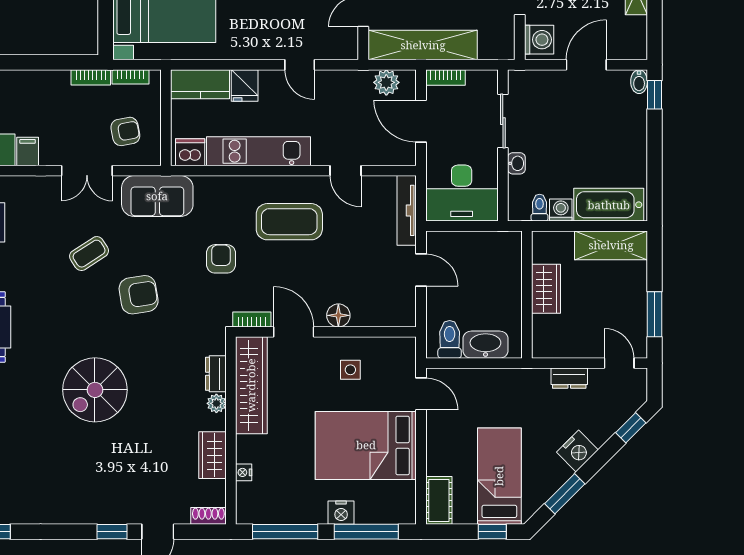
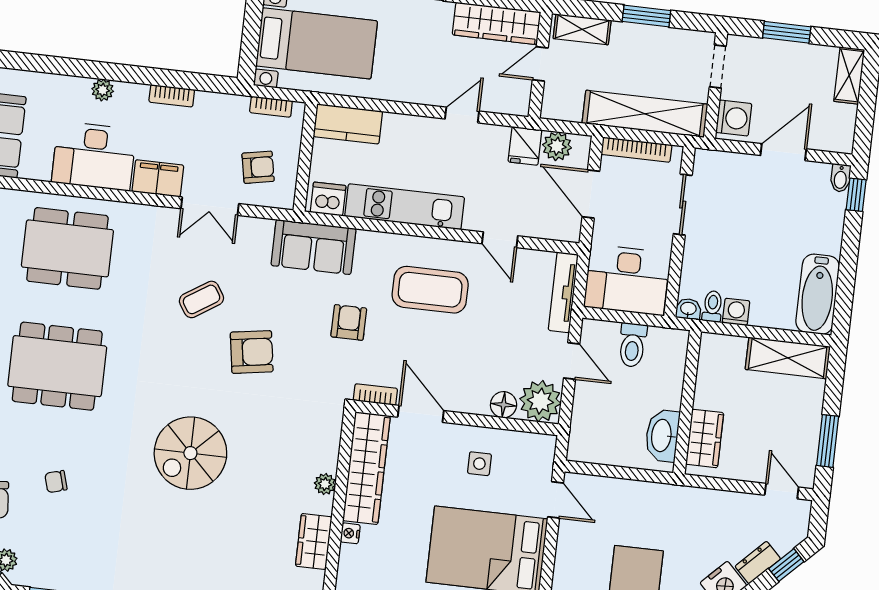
shelving: (423, 45) -> (645, 114), moved
door: (300, 65) -> (462, 115), swing flipped
bookcase: (91, 77) -> (172, 96), moved
bookcase: (446, 77) -> (636, 150), width x1.56
fridge: (245, 85) -> (525, 146), moved
filing cabinet: (28, 151) -> (158, 178), width x2.00
washbasin: (516, 163) -> (688, 309), moved, turned -90
sofa: (157, 196) -> (313, 247), moved
bathtub: (609, 205) -> (818, 294), moved, turned -90
wardrobe: (546, 289) -> (705, 438), moved
plant: (398, 309) -> (540, 401), added
floor lamp: (338, 315) -> (504, 405), moved
toilet: (450, 339) -> (632, 345), moved, turned 180
washbasin: (485, 345) -> (662, 436), moved, turned -90
dresser: (216, 374) -> (328, 451), removed
dresser: (569, 378) -> (758, 563), moved, turned 135
nightstand: (244, 472) -> (350, 533), moved

